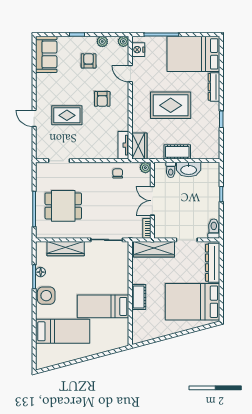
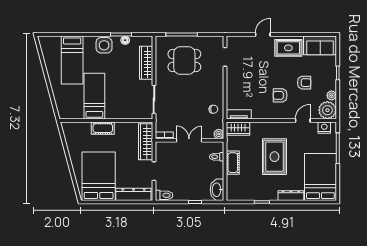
plant: (123, 41) -> (327, 110), width x1.88, depth x1.88
armchair: (89, 61) -> (304, 83), moved
rug: (67, 115) -> (288, 48), moved, turned 90
washbasin: (189, 170) -> (217, 190), moved
dining table: (63, 206) -> (184, 61), turned 90

